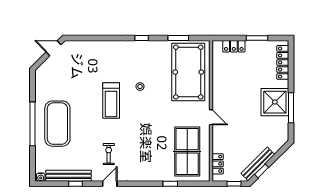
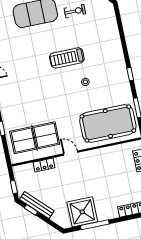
shower: (275, 102) -> (82, 212), moved
door: (211, 117) -> (71, 153), swing flipped
exercise bike: (109, 154) -> (75, 11), moved
locker: (218, 164) -> (44, 165), moved

